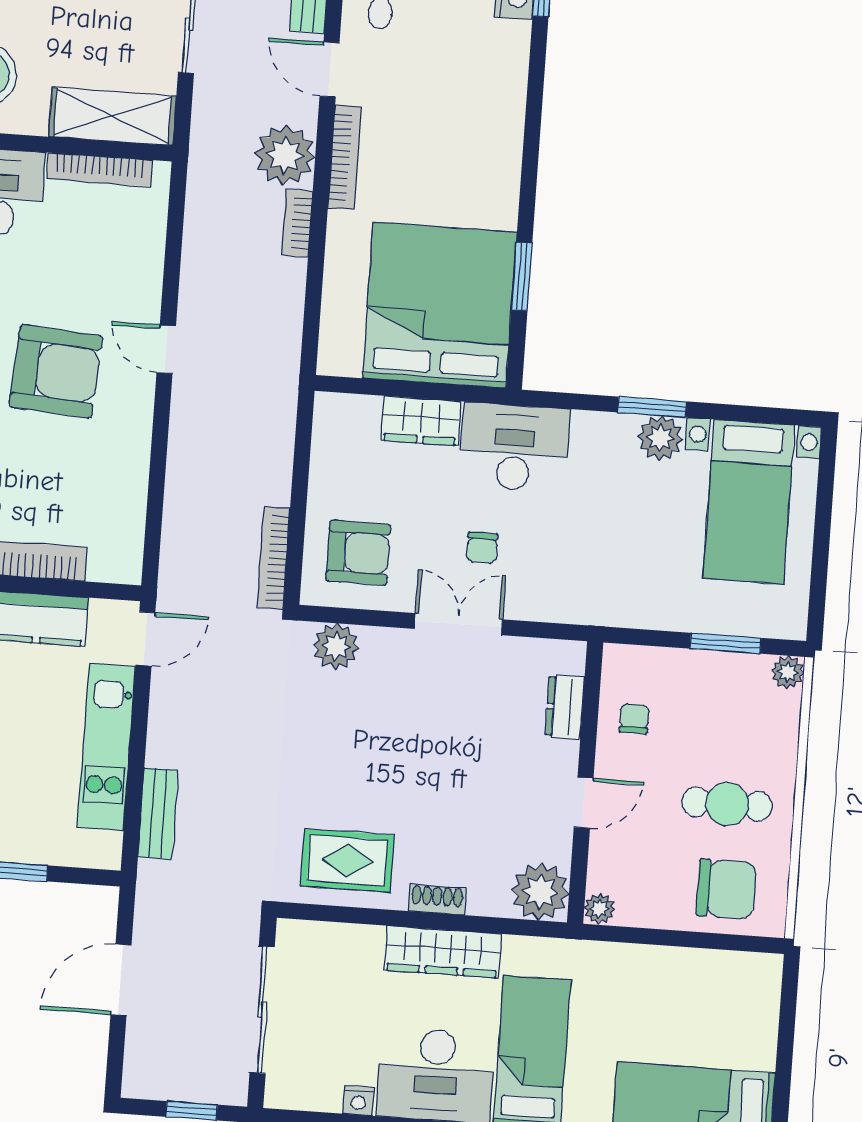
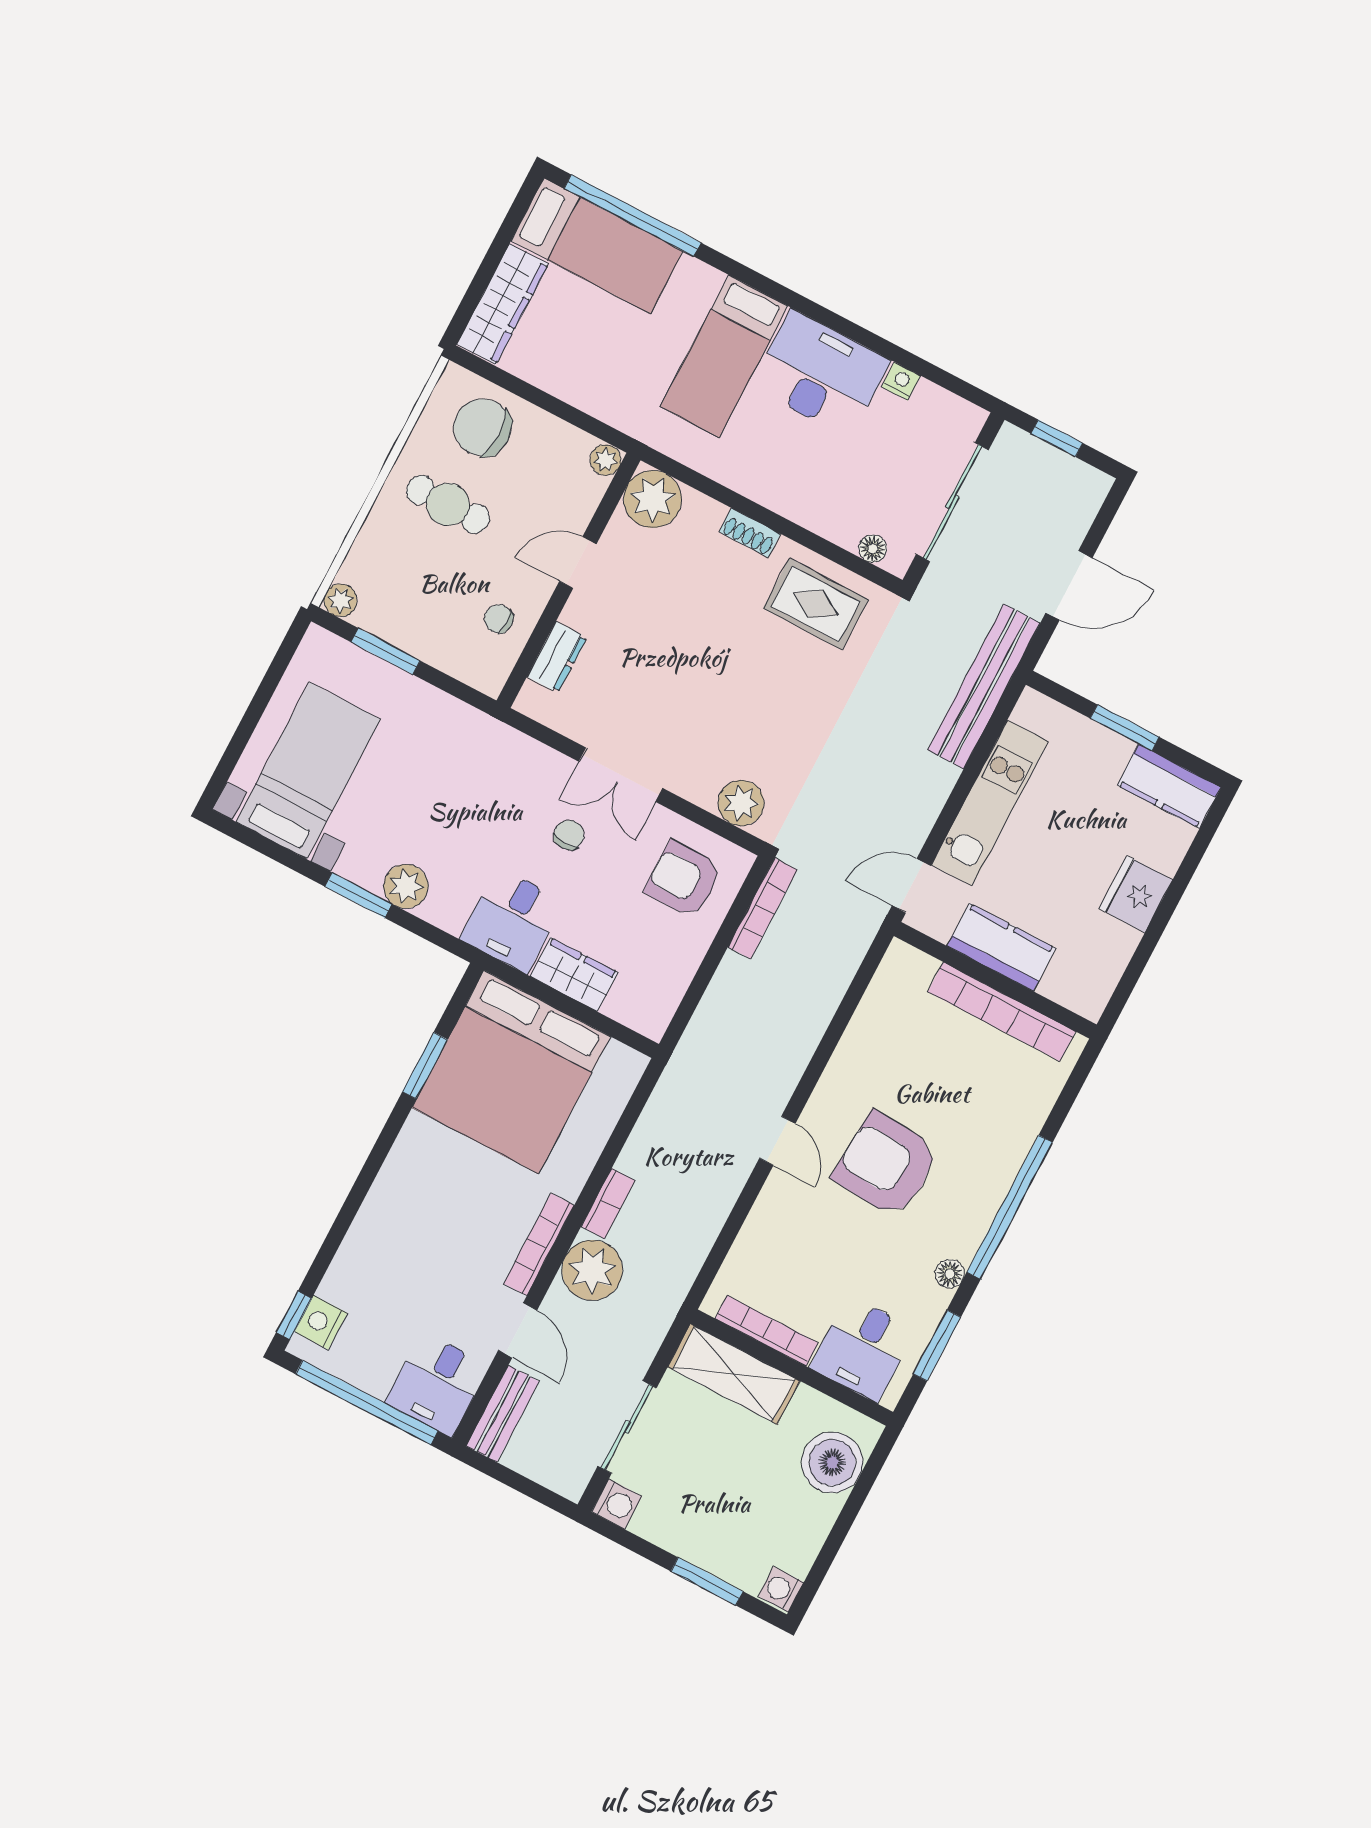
plant: (660, 438) -> (406, 886), moved
desk: (514, 447) -> (512, 920), width x0.73
chair: (634, 719) -> (499, 619), turned 90
bench: (158, 813) -> (984, 687), width x1.86, depth x1.21
floor lamp: (317, 935) -> (873, 549), added
wardrobe: (443, 952) -> (502, 304), moved, turned 90

